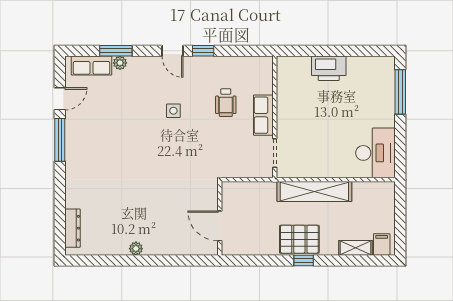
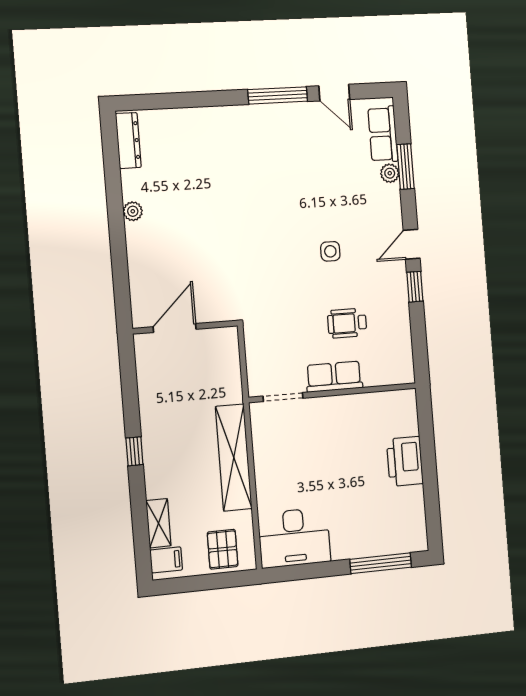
dresser: (73, 228) -> (128, 140), moved, turned -90
pallet: (299, 239) -> (223, 549), moved, width x0.67, depth x0.71

